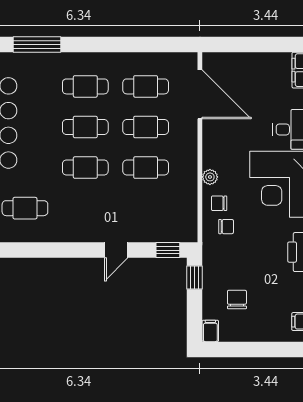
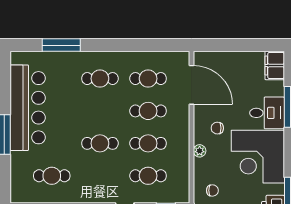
cafe table: (85, 127) -> (148, 176), moved
chair: (219, 203) -> (217, 128), moved

